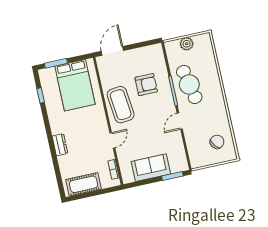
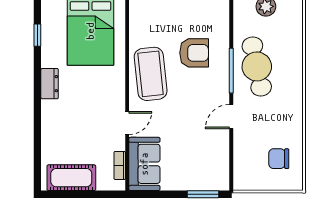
chair: (217, 142) -> (279, 159), turned -143
dresser: (60, 145) -> (50, 84), moved
sofa: (151, 168) -> (144, 164), moved, turned 90

